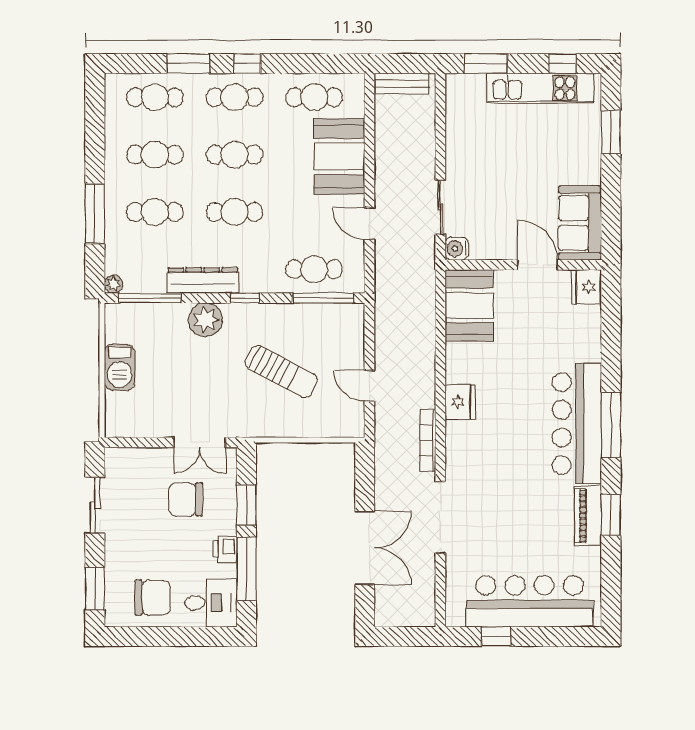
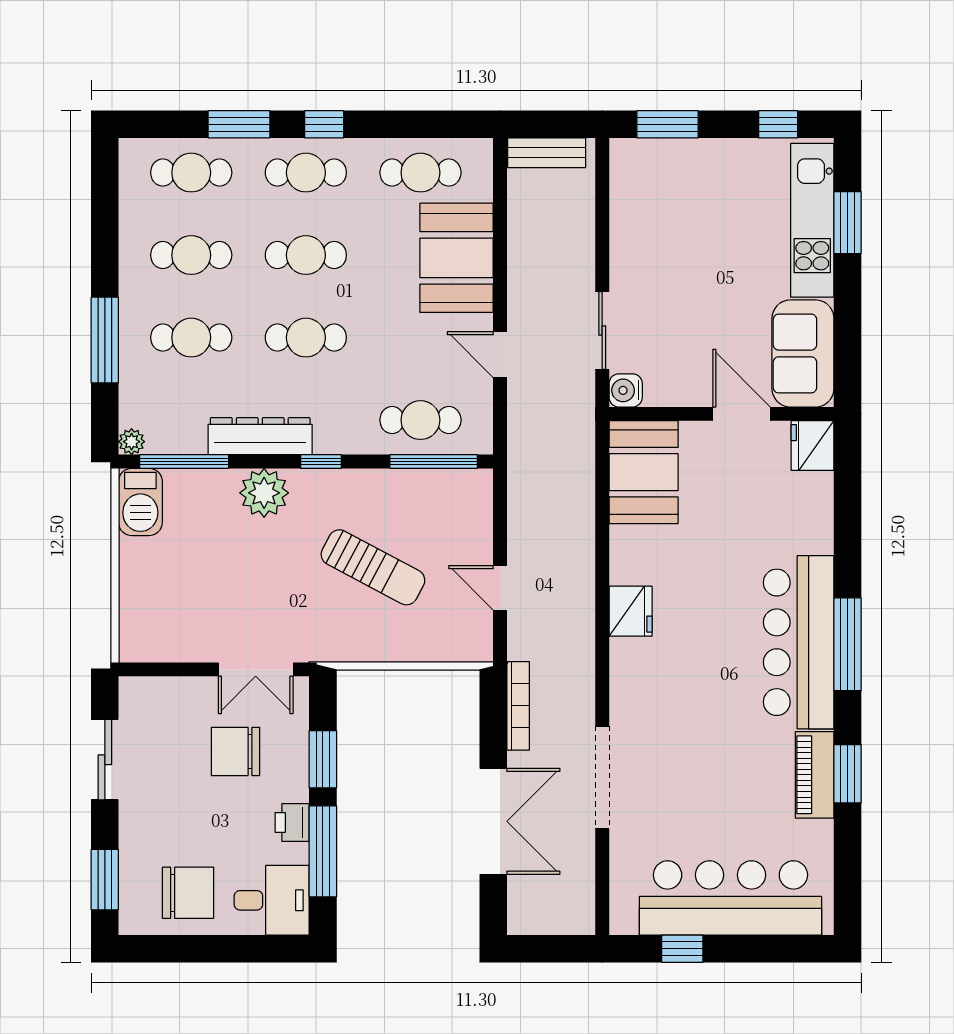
kitchen unit: (540, 88) -> (812, 220), moved, turned 90
barbecue: (120, 367) -> (140, 502), moved
bookcase: (428, 440) -> (518, 706), moved, turned 180

